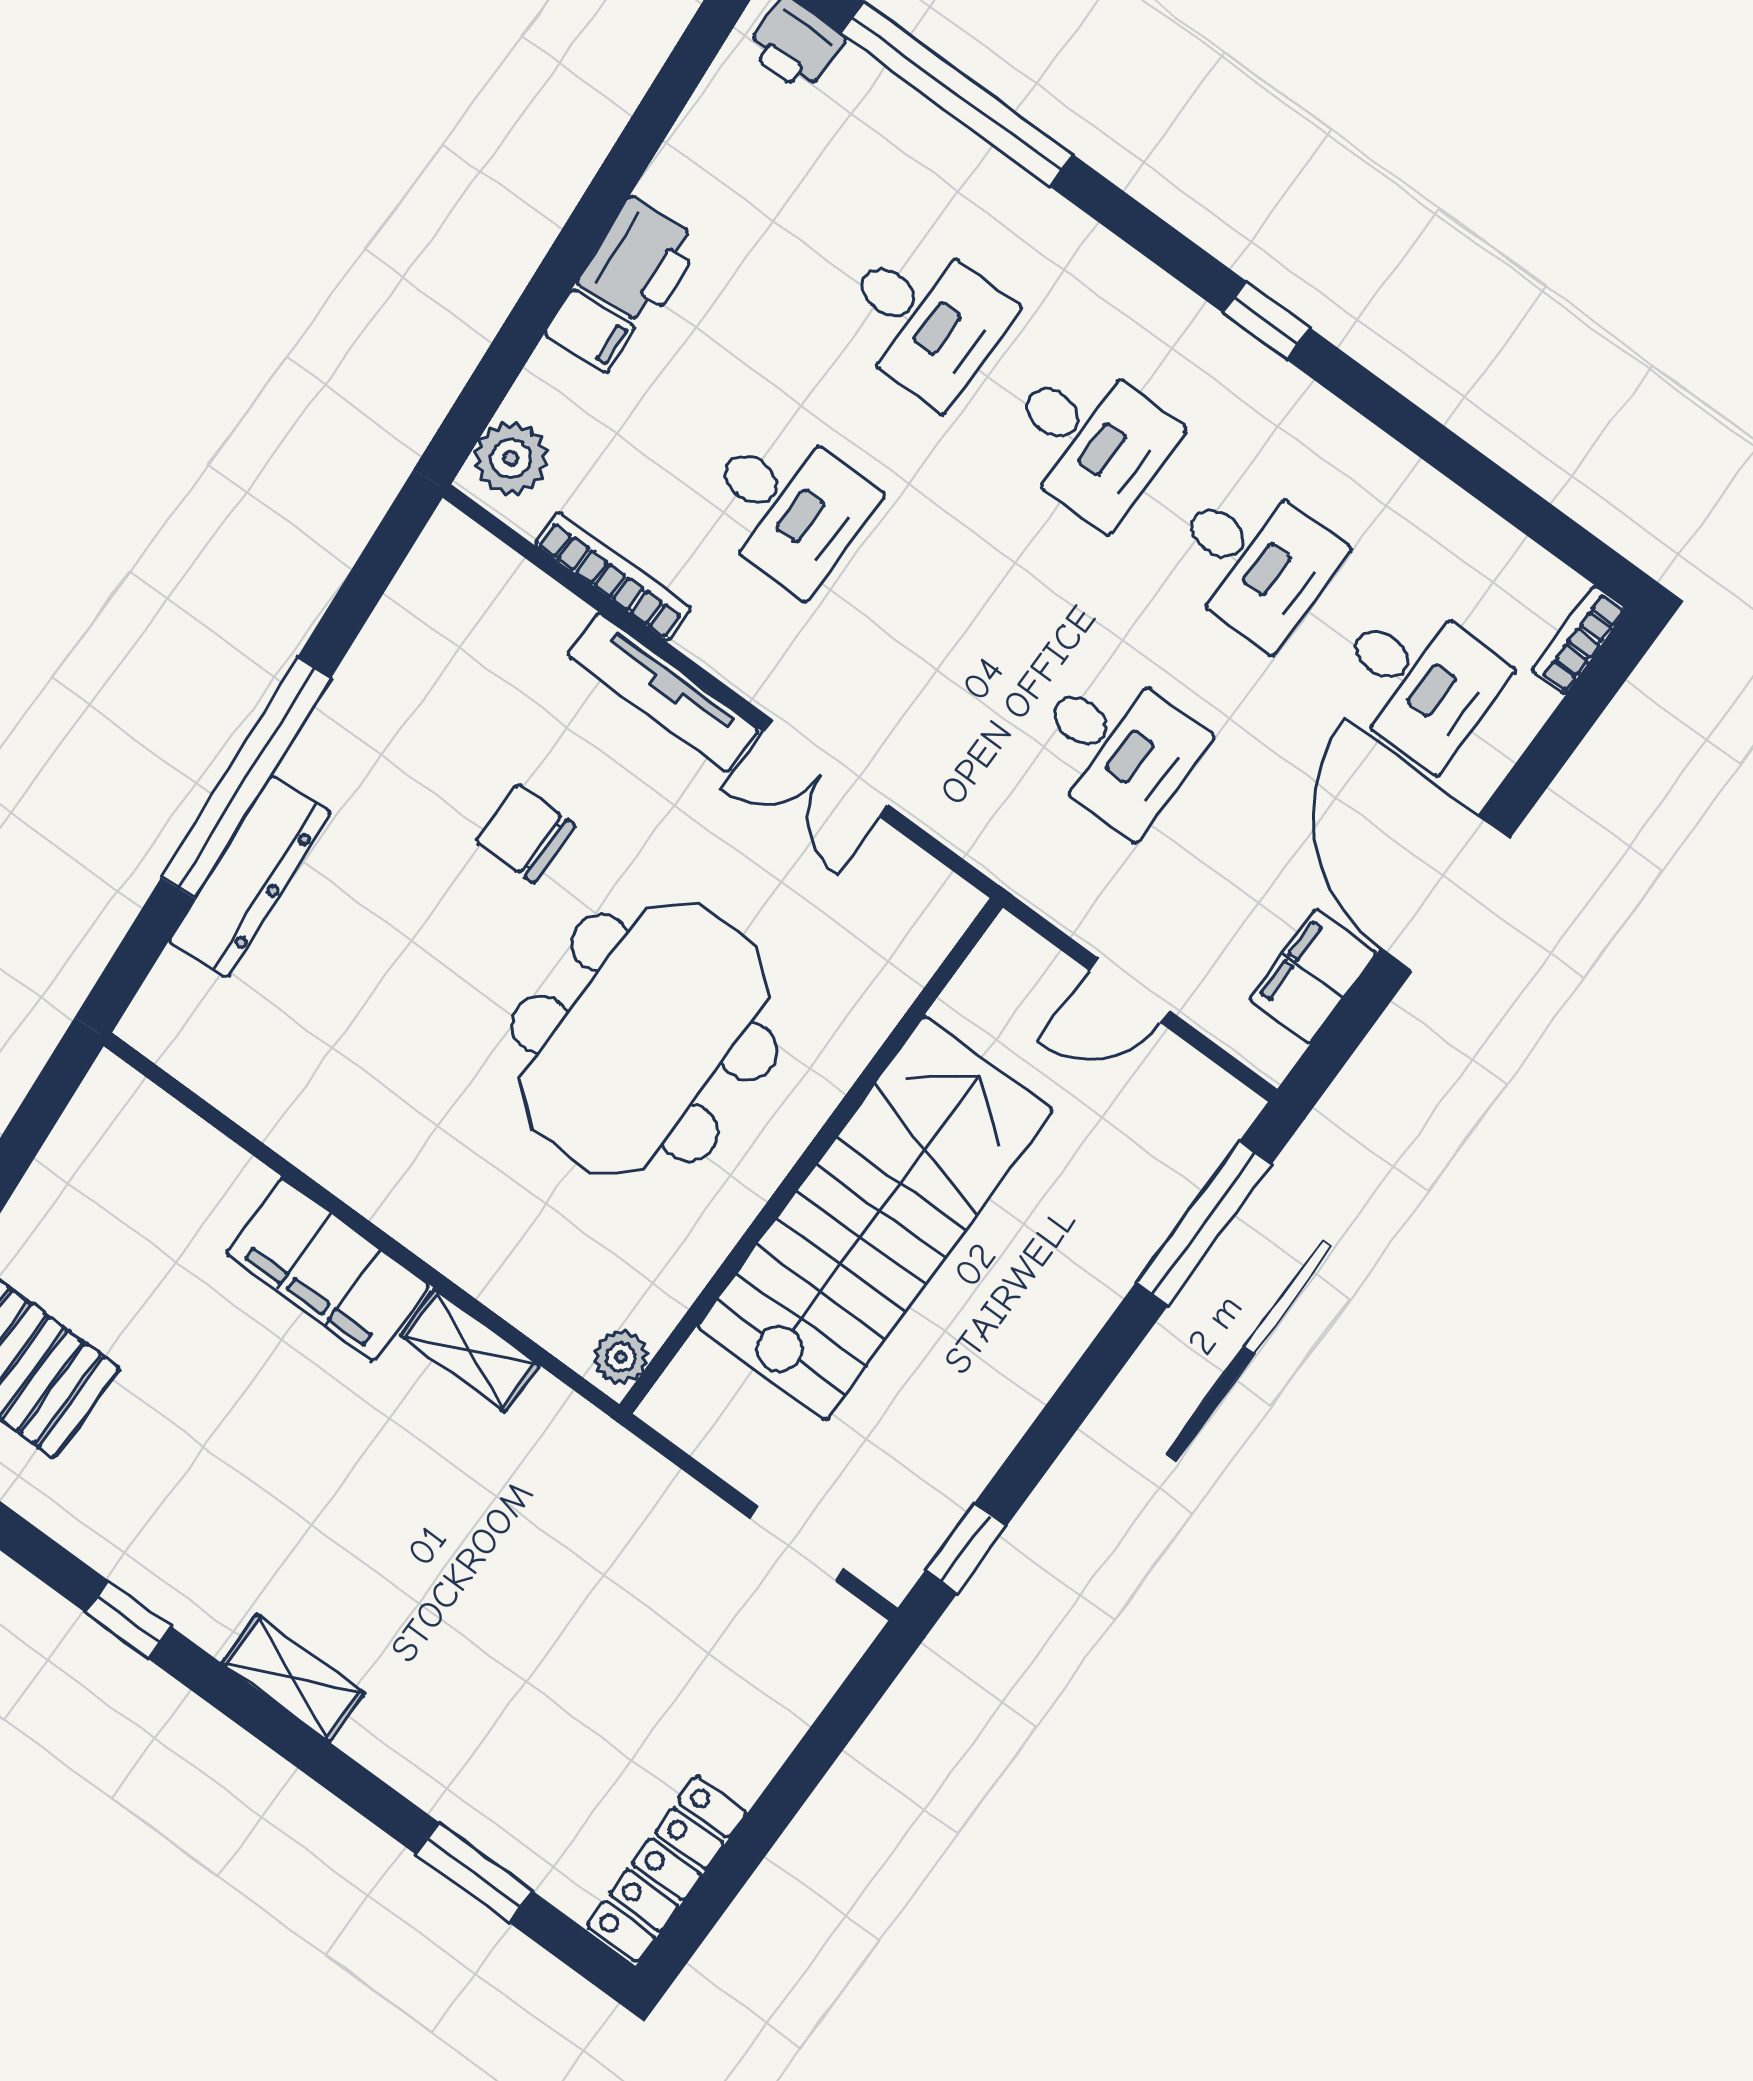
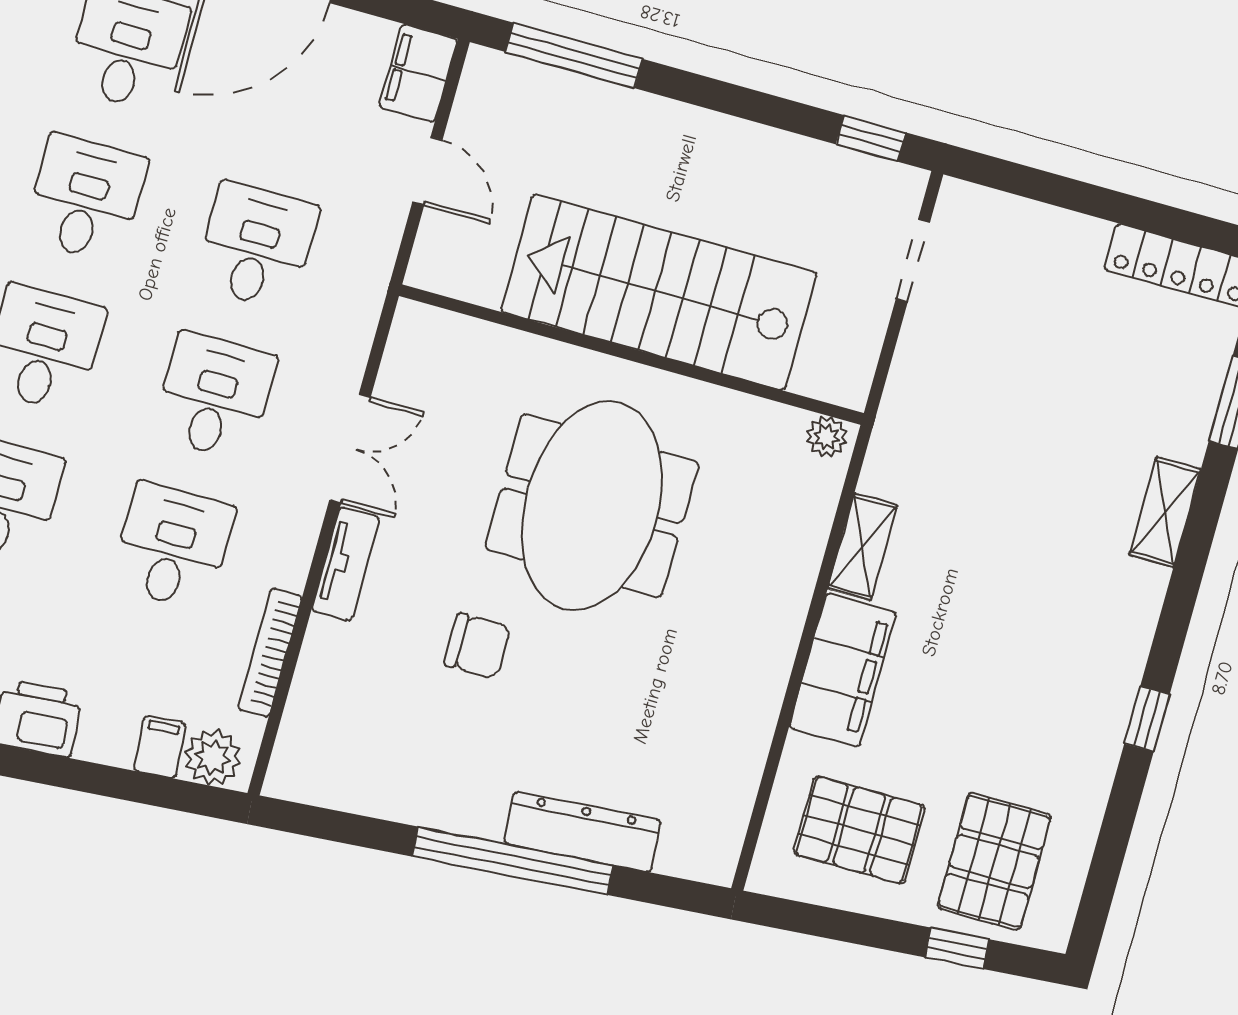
filing cabinet: (590, 331) -> (160, 747), moved
desk: (952, 627) -> (215, 396), added
tv unit: (663, 693) -> (345, 564), width x0.71
chair: (526, 834) -> (477, 646), turned -90
filing cabinet: (1313, 976) -> (418, 73), moved, turned 90
meeting table: (645, 1038) -> (592, 506), turned 90
pallet: (124, 1216) -> (859, 830), added
shelving: (293, 1678) -> (1165, 512), moved

